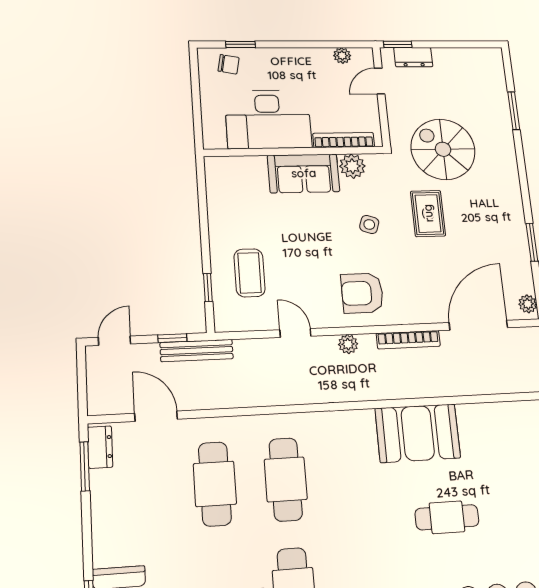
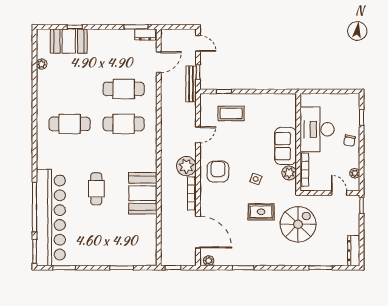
dresser: (413, 57) -> (354, 251), moved, width x1.44
chair: (229, 64) -> (349, 141), moved
plant: (348, 344) -> (186, 166), width x1.87, depth x1.87
cafe table: (447, 517) -> (96, 189), moved

